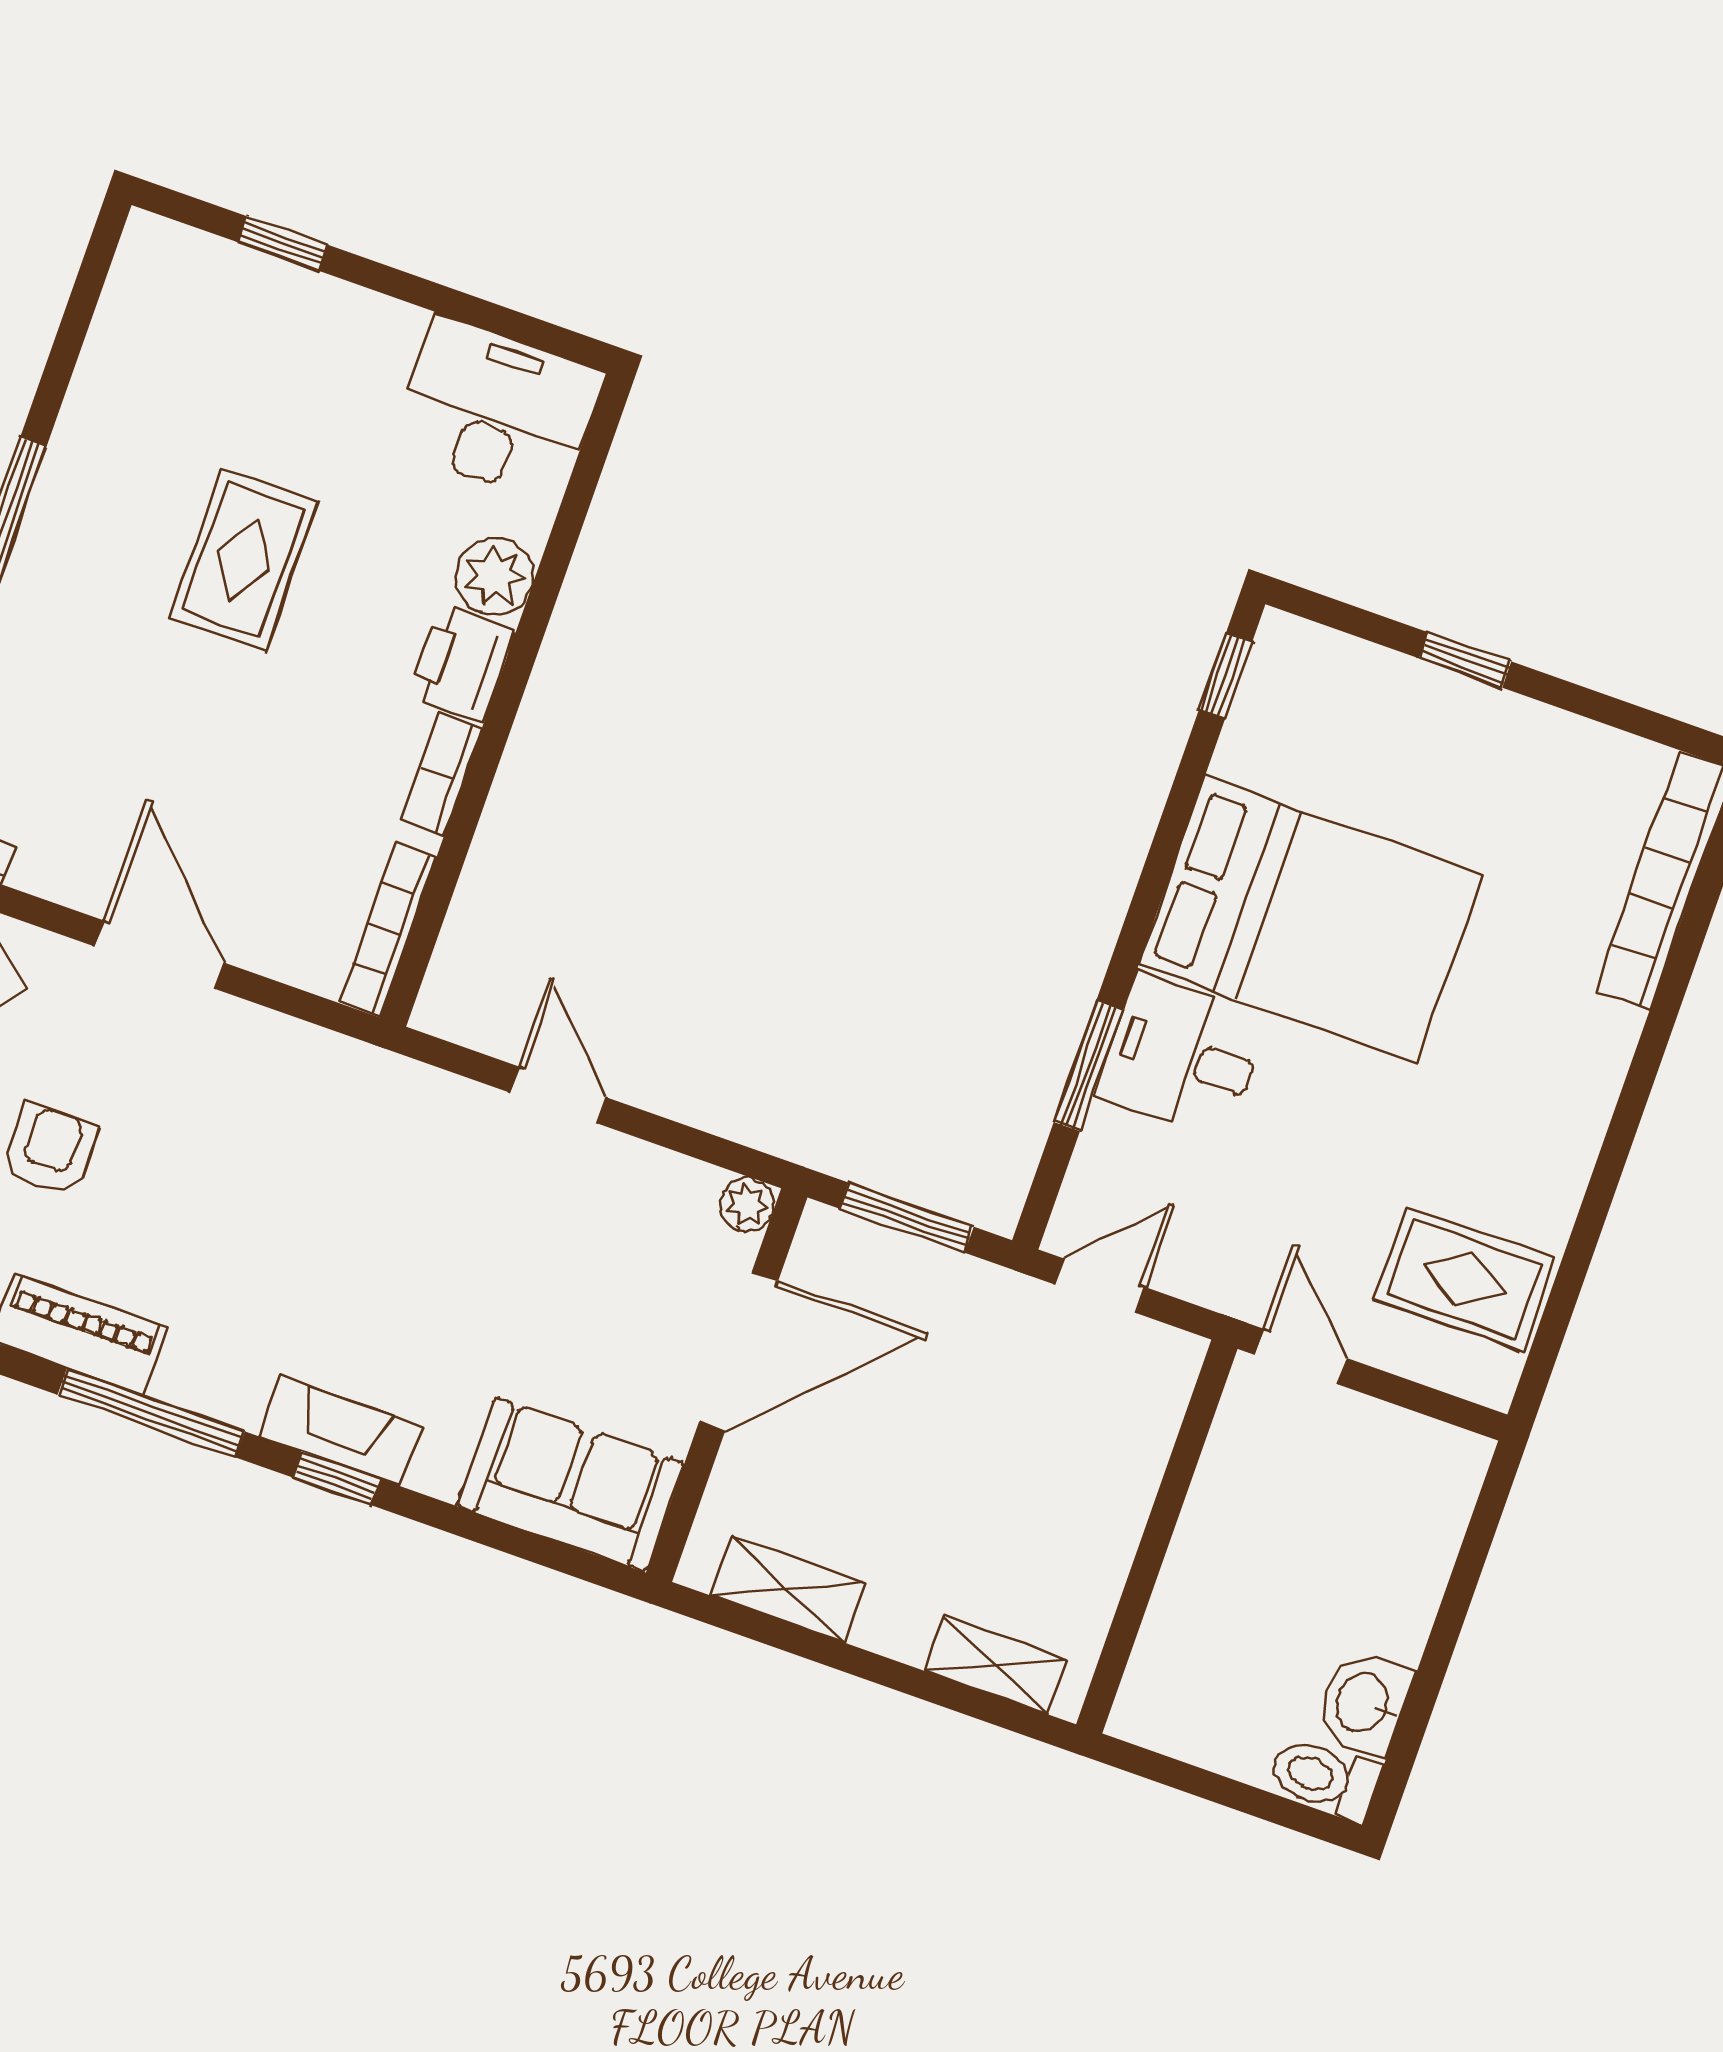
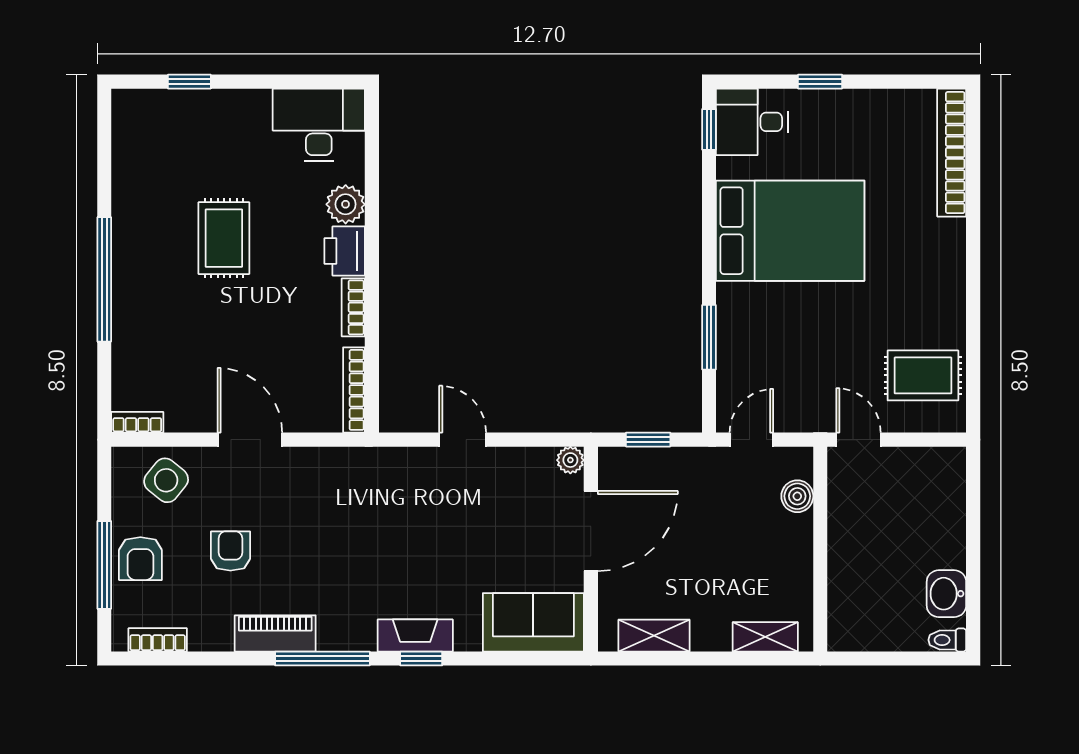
desk: (1182, 1056) -> (752, 122), moved
window: (906, 1218) -> (648, 440), width x0.67
boiler: (1149, 1422) -> (797, 496), added
toilet: (1324, 1778) -> (947, 640), width x0.73, depth x0.72

